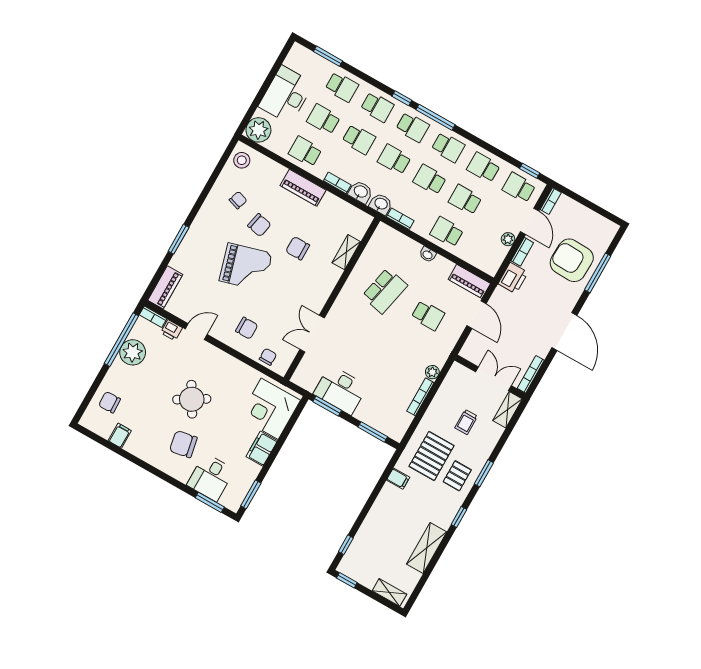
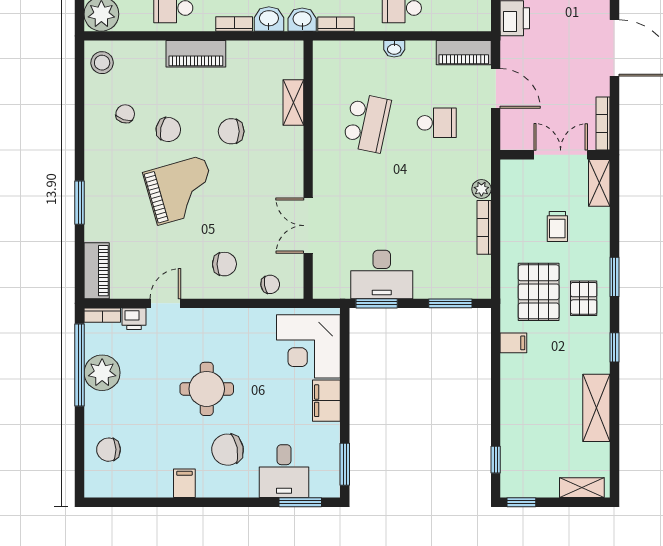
chair: (268, 357) -> (270, 284), turned 81
round table: (192, 399) -> (207, 389), turned 31
filing cabinet: (120, 436) -> (184, 483), moved

